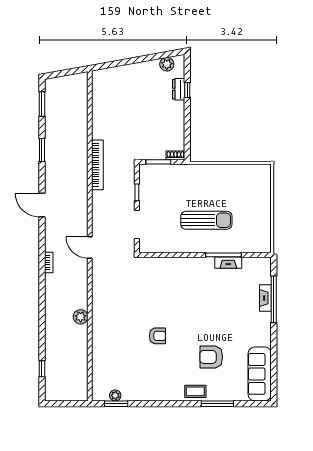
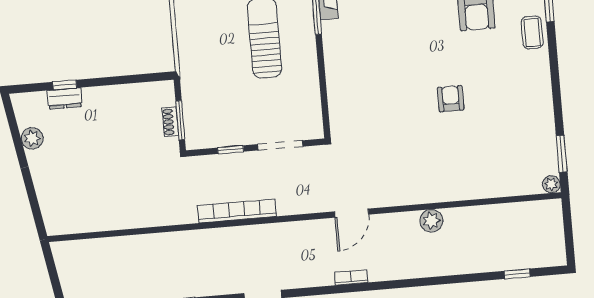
plant: (167, 64) -> (32, 138), moved
shoe rack: (175, 155) -> (170, 122), moved
bookcase: (97, 165) -> (237, 211), moved
door: (90, 247) -> (352, 213), moved
plant: (115, 395) -> (551, 184), moved

